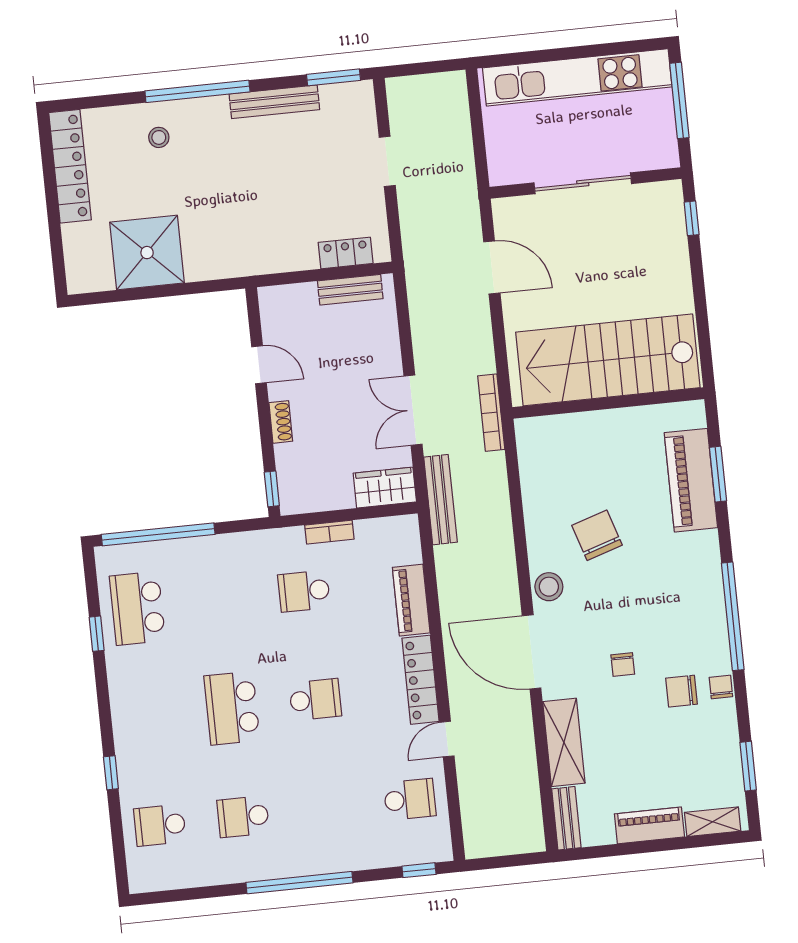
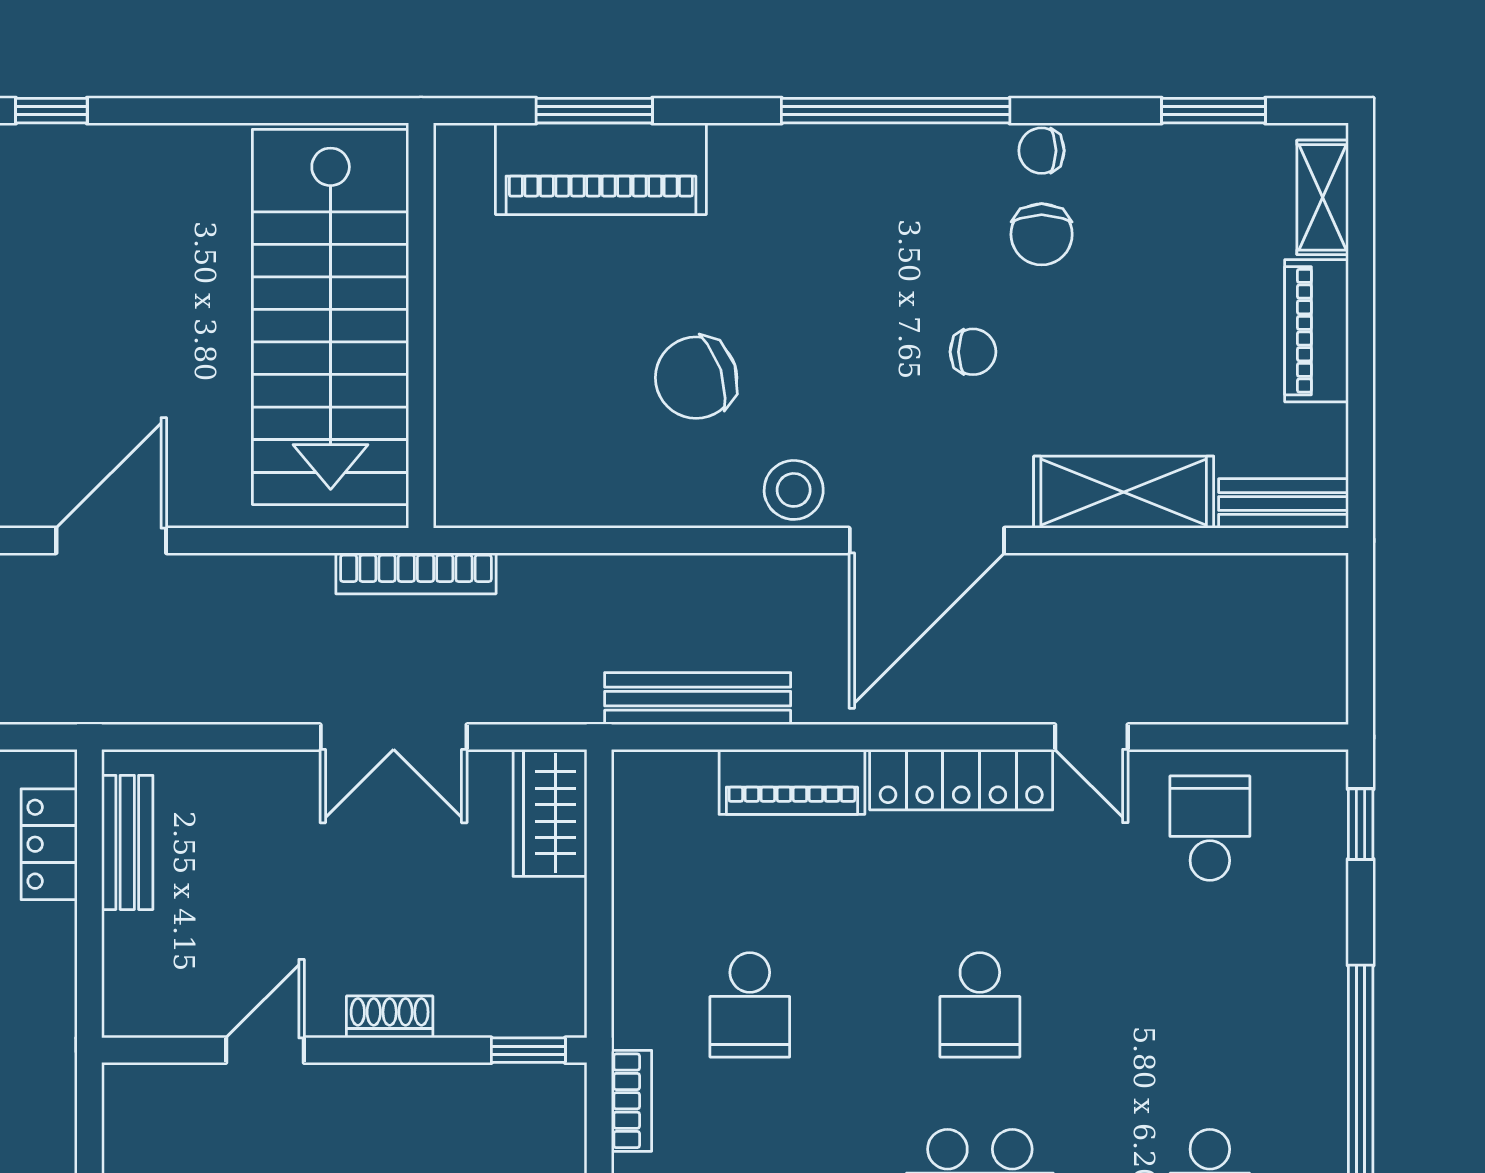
bench: (440, 500) -> (698, 699), moved
bookcase: (329, 532) -> (632, 1101), moved
school desk: (315, 700) -> (980, 1005), turned 180

